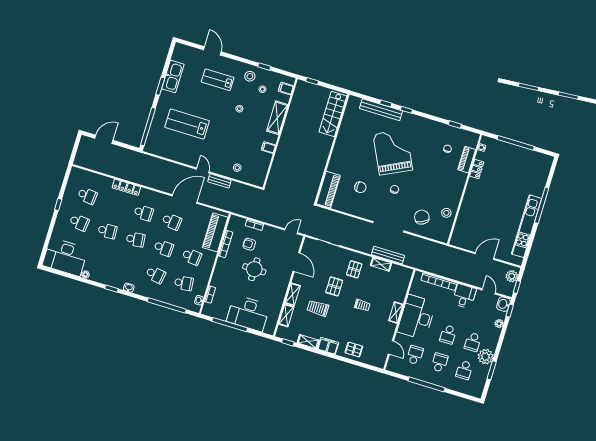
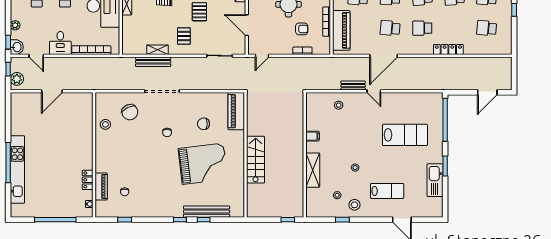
filing cabinet: (286, 89) -> (313, 203), removed
stairs: (333, 114) -> (256, 160), moved
grand piano: (393, 152) -> (203, 164), moved, turned -71
kitchen unit: (527, 226) -> (17, 169), moved

